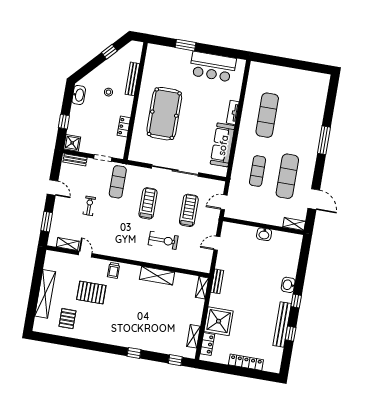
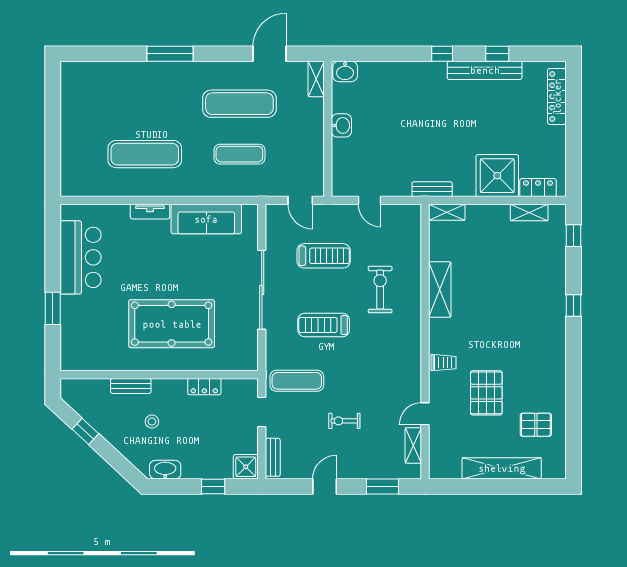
bench: (132, 79) -> (131, 386), width x0.73
treadmill: (189, 210) -> (324, 256), turned 180
washbasin: (288, 285) -> (345, 71), moved
locker: (246, 362) -> (557, 96), moved

